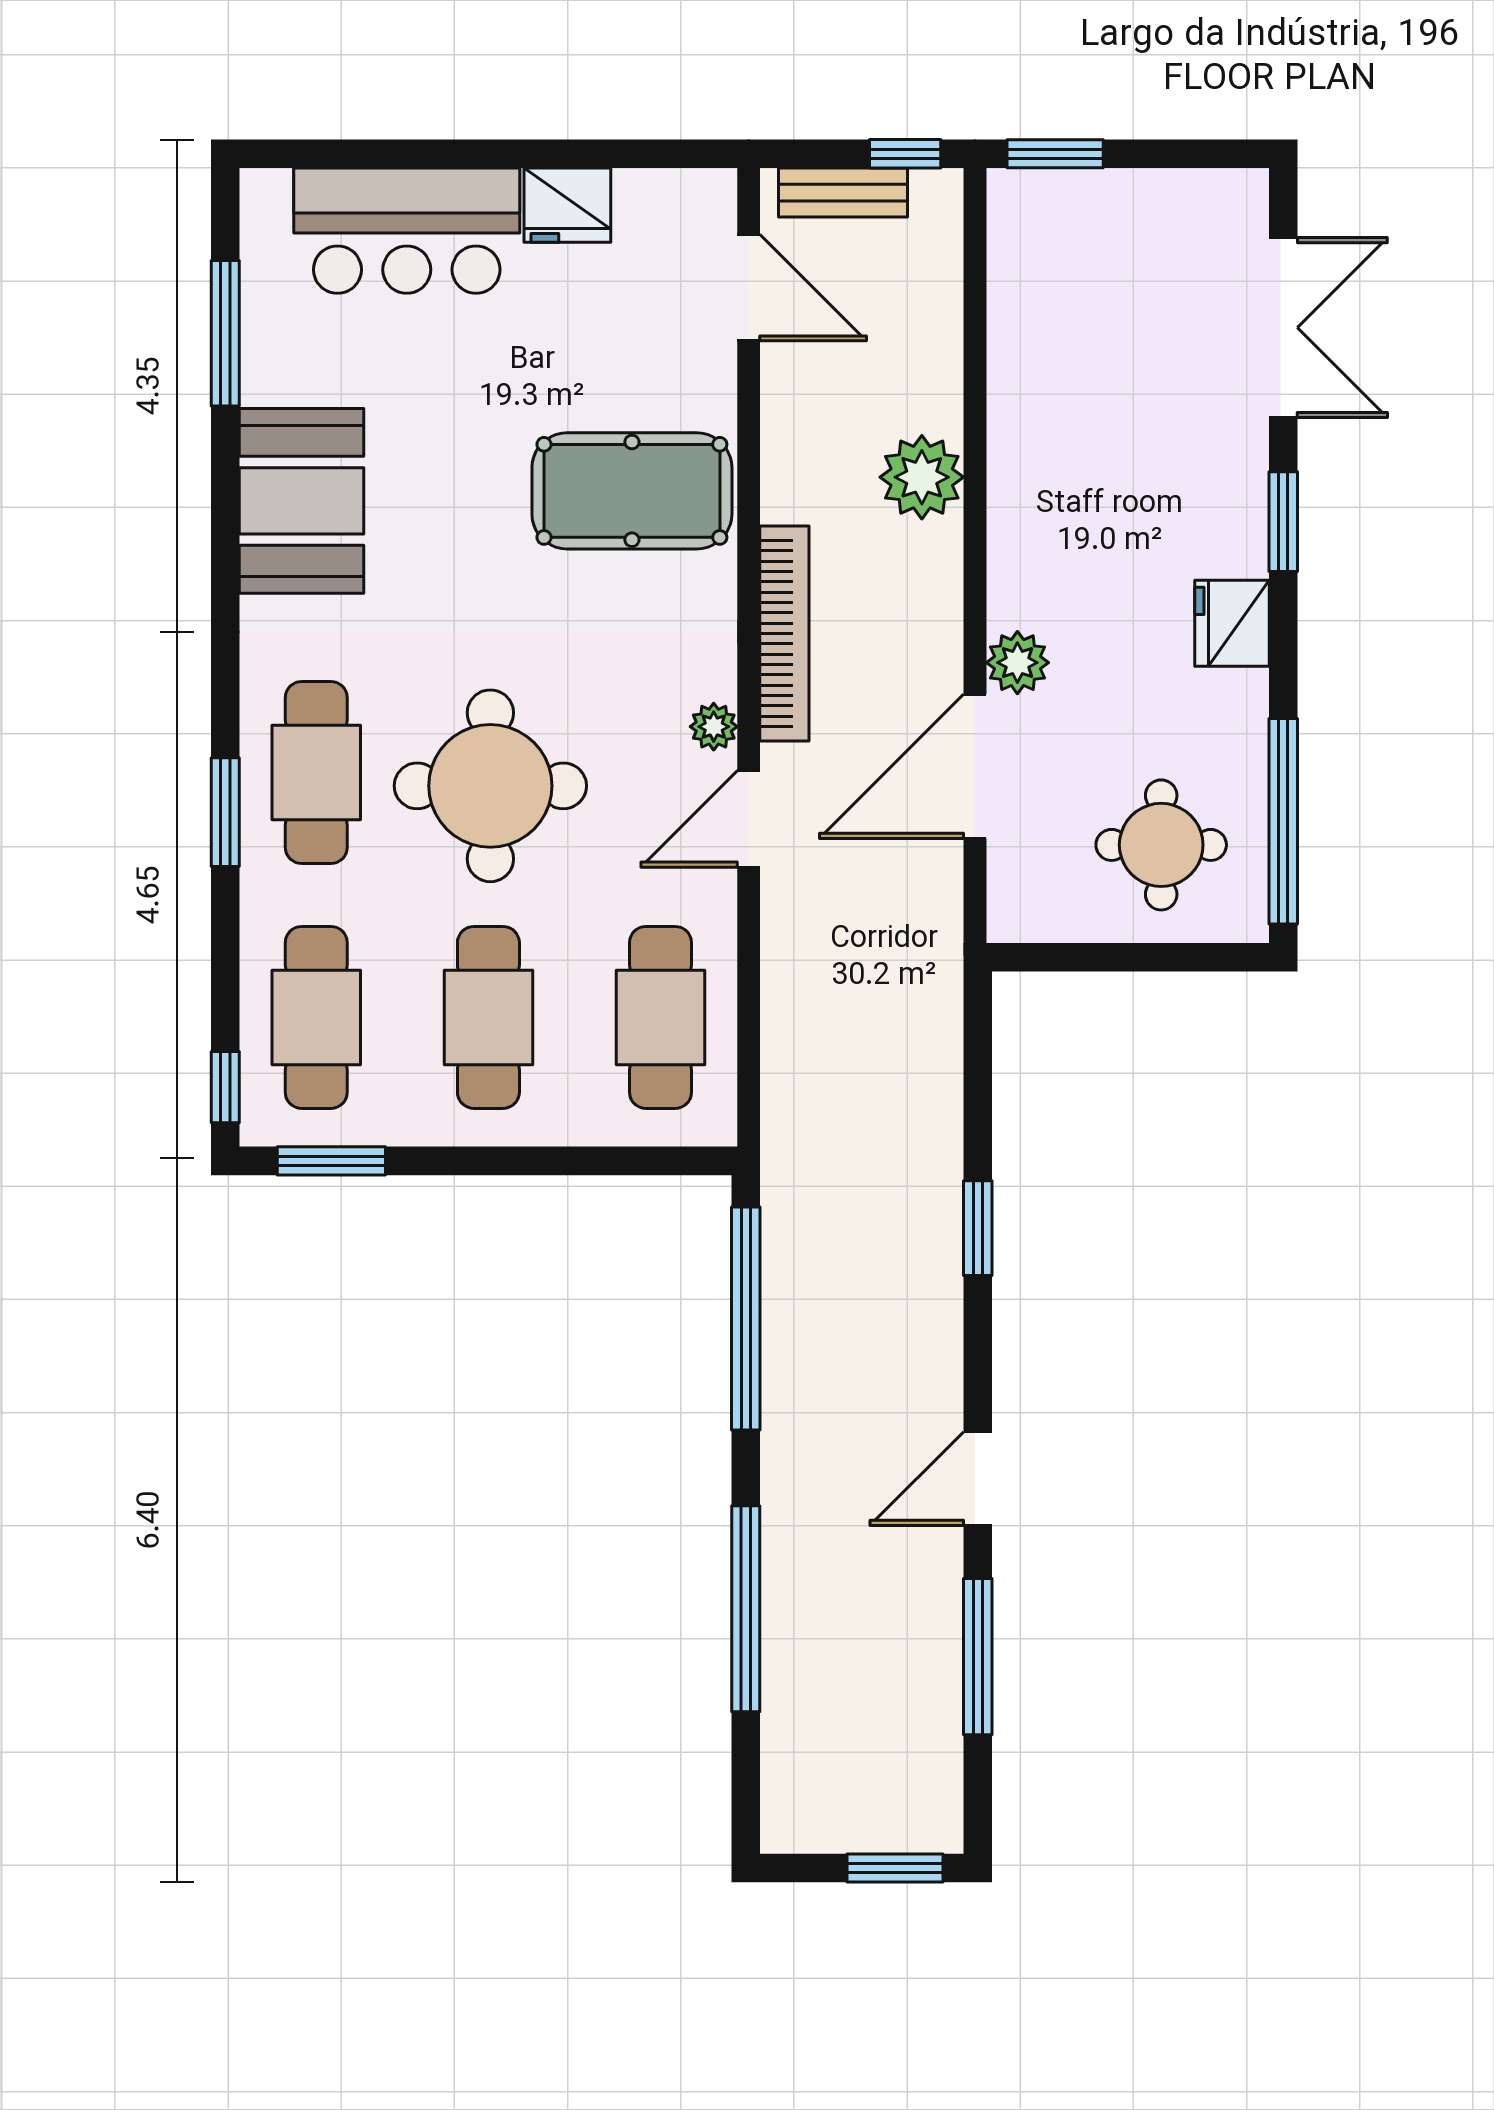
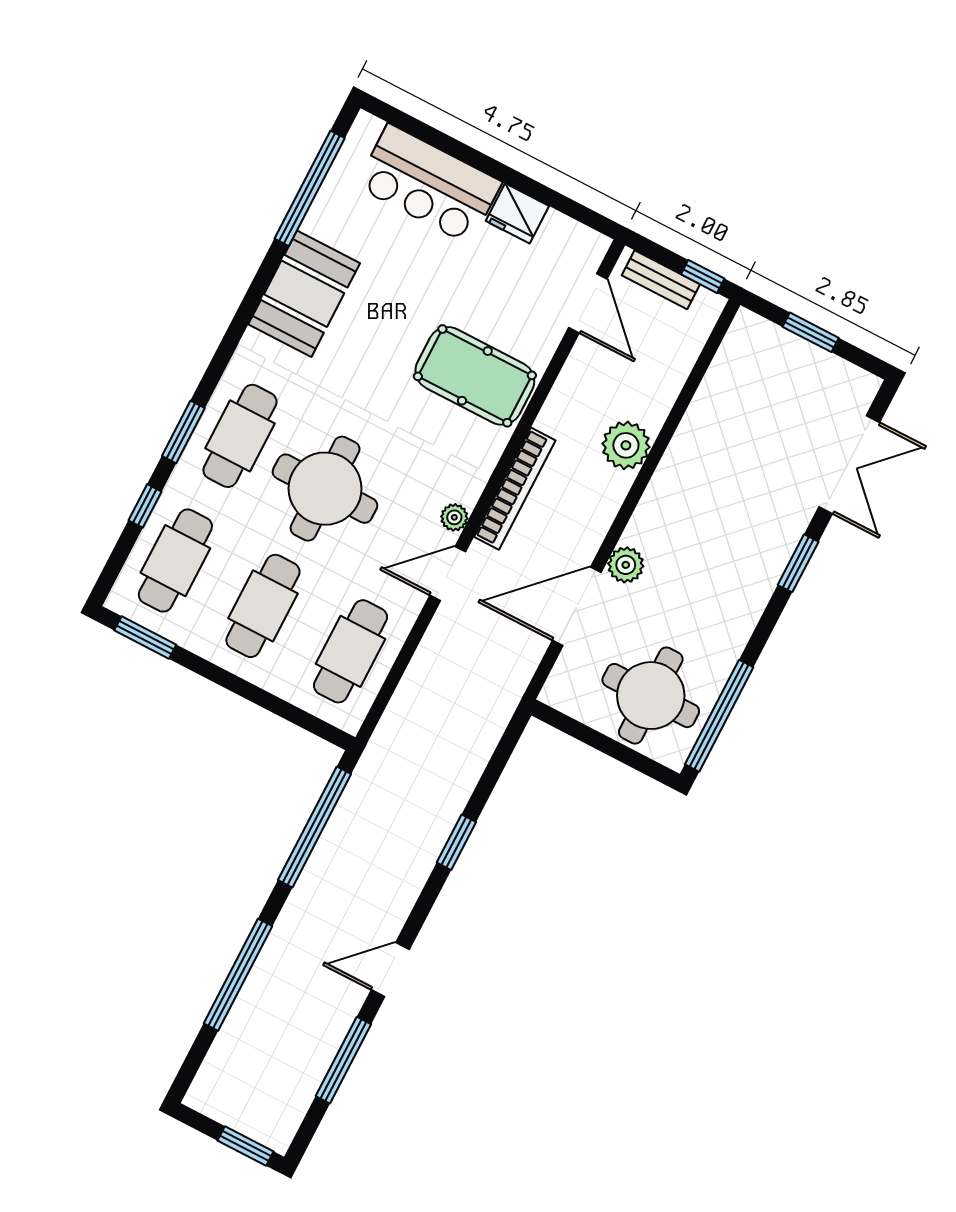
window: (1055, 154) -> (811, 332), moved
window: (225, 333) -> (310, 188), width x1.46
fridge: (1232, 623) -> (745, 601), removed
round table: (1161, 845) -> (651, 696), width x1.36, depth x1.36
window: (225, 1087) -> (145, 506), moved

